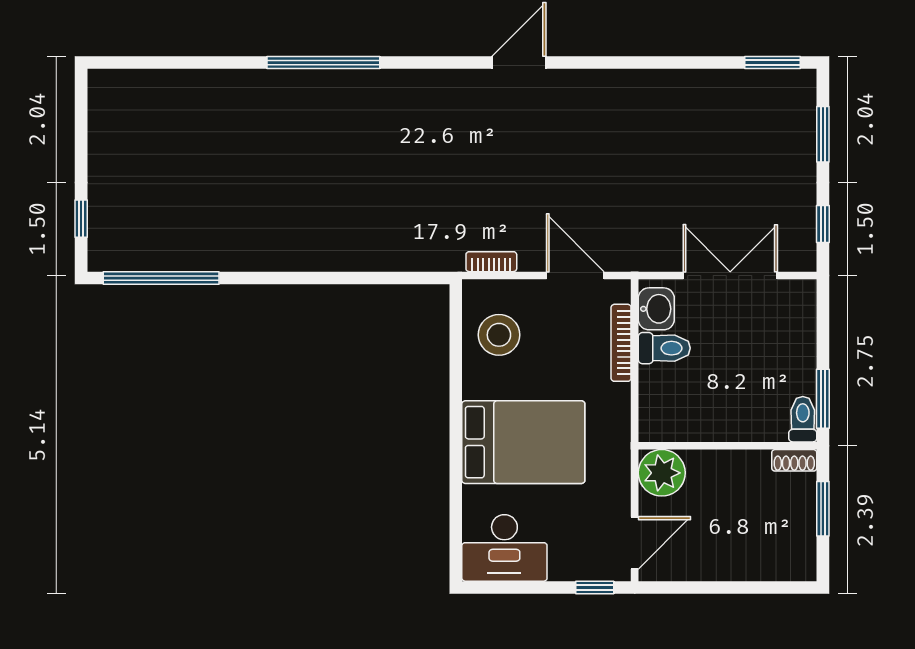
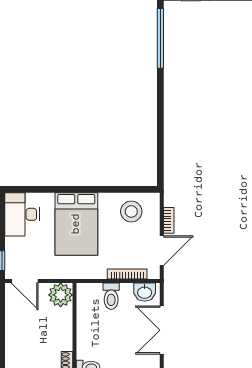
bookcase: (491, 262) -> (169, 220), moved
double door: (730, 275) -> (162, 330), swing flipped
toilet: (664, 348) -> (111, 296), moved

